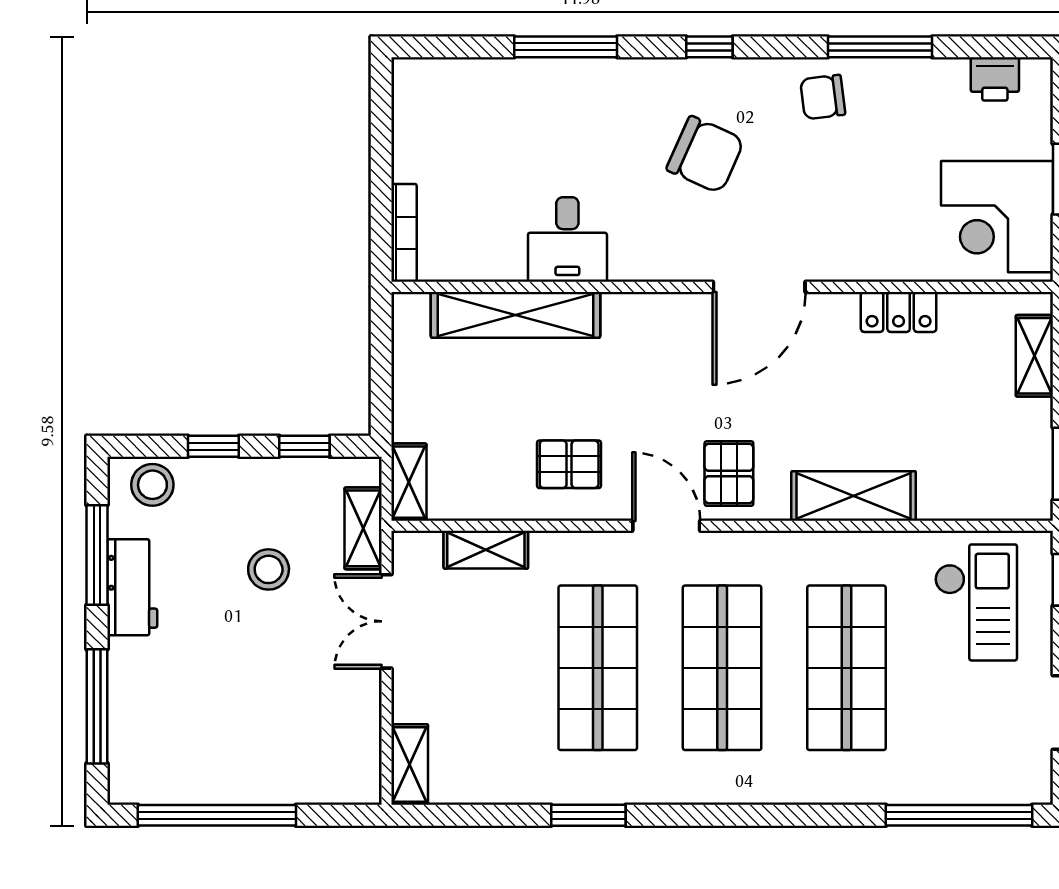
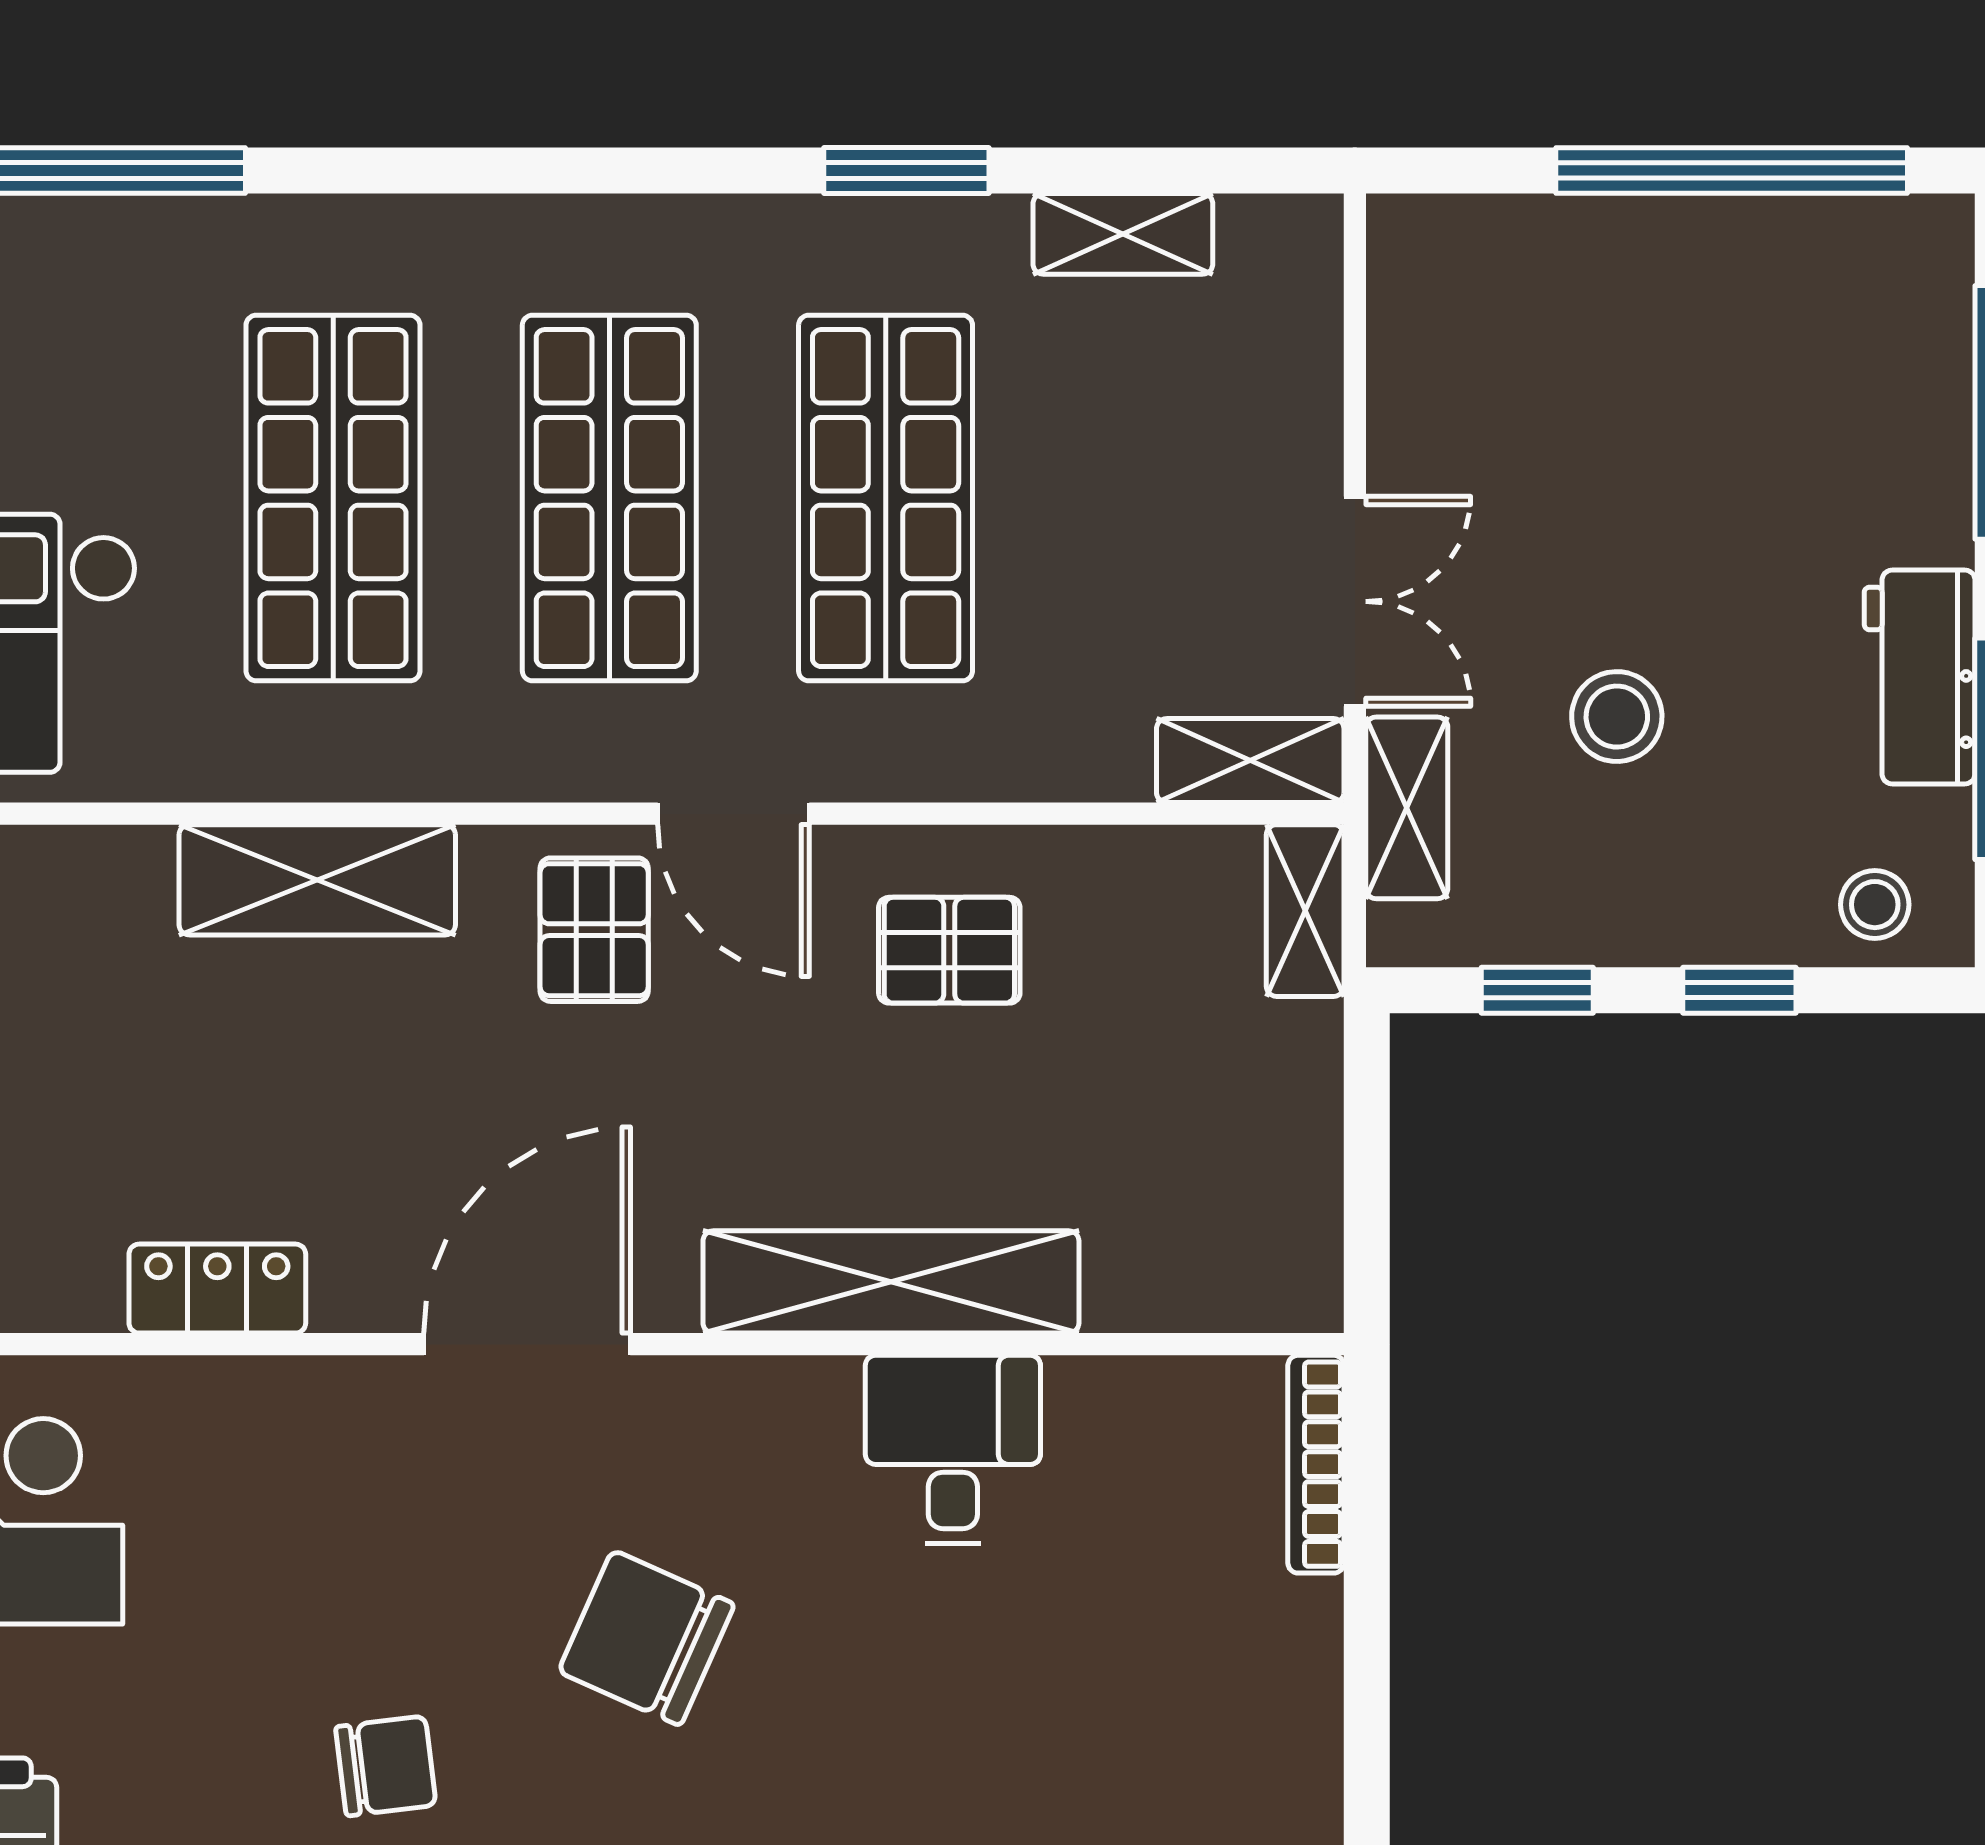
shelving: (515, 315) -> (891, 1282), moved
stool: (152, 485) -> (1875, 905), width x0.73, depth x0.73
shelving: (486, 550) -> (1250, 761), moved
shelving: (410, 765) -> (1123, 234), moved, turned 90

